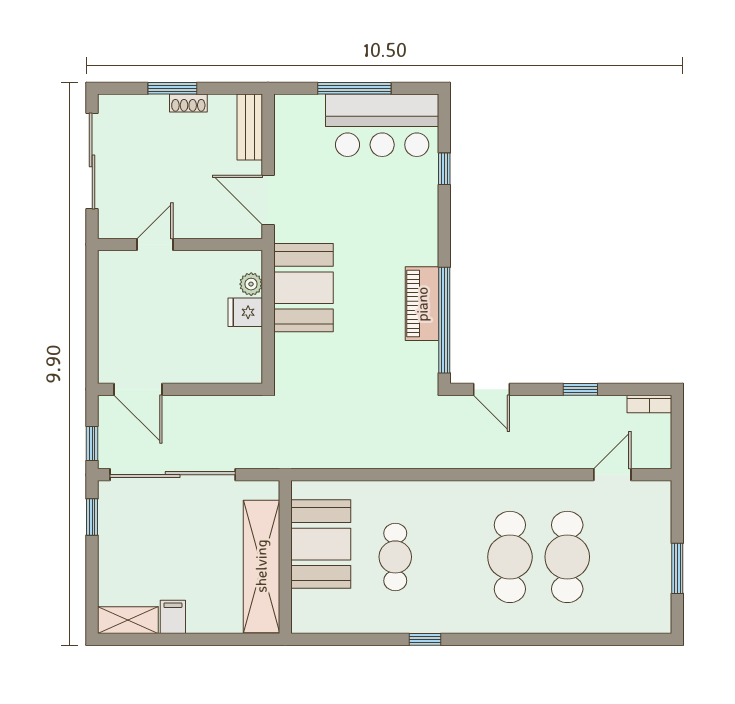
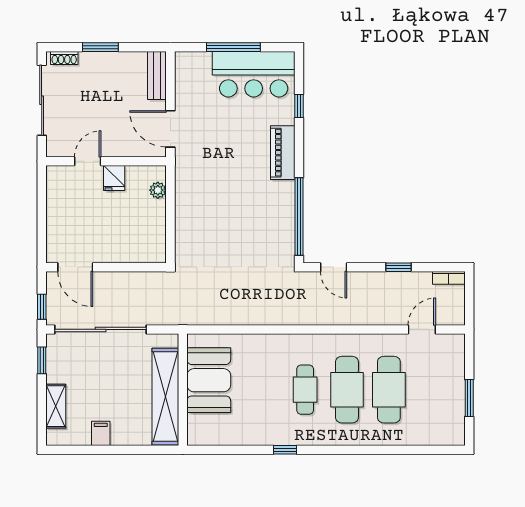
shoe rack: (188, 103) -> (64, 58), moved
booth: (304, 288) -> (196, 193), removed
piano: (422, 304) -> (283, 153), moved
fridge: (245, 312) -> (114, 178), moved, turned -90
cafe table: (395, 557) -> (305, 390), moved
shelving: (128, 620) -> (56, 406), moved, turned 90

